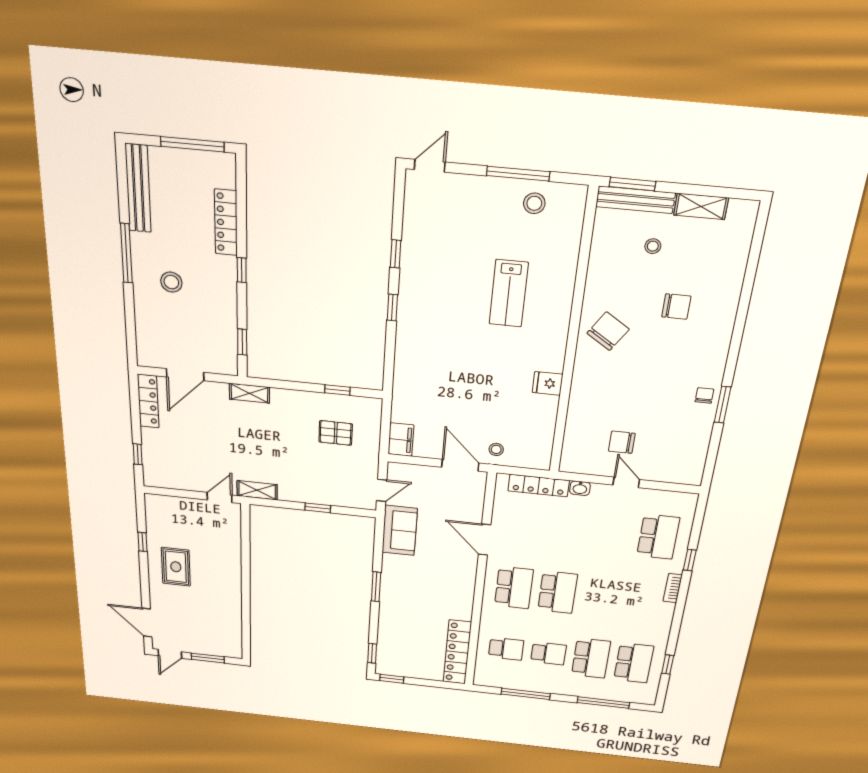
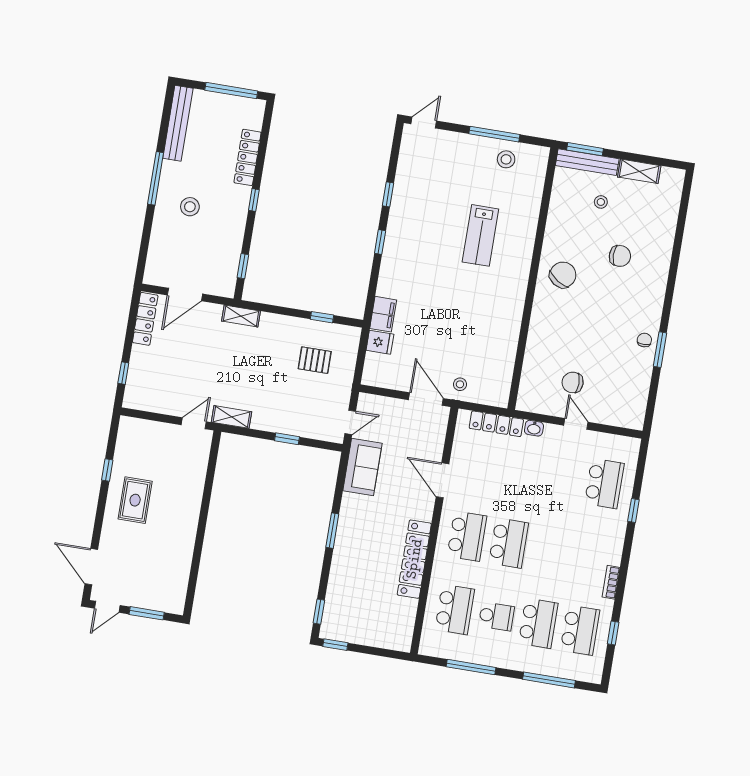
fridge: (547, 383) -> (380, 342), moved, turned 180
filing cabinet: (401, 440) -> (383, 314), moved
bookcase: (673, 588) -> (611, 582), moved
school desk: (506, 649) -> (455, 609), width x1.85
locker: (457, 652) -> (414, 559), moved

